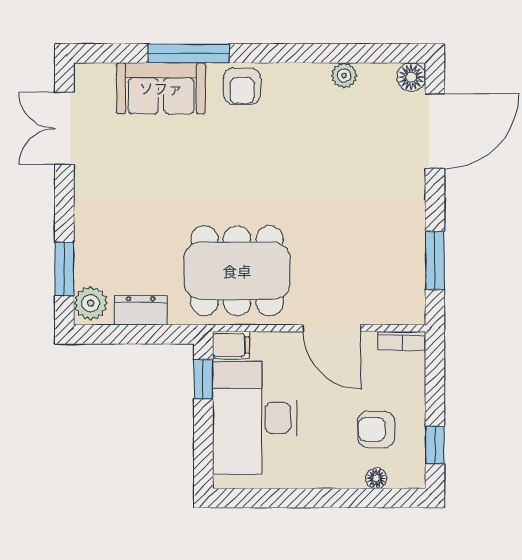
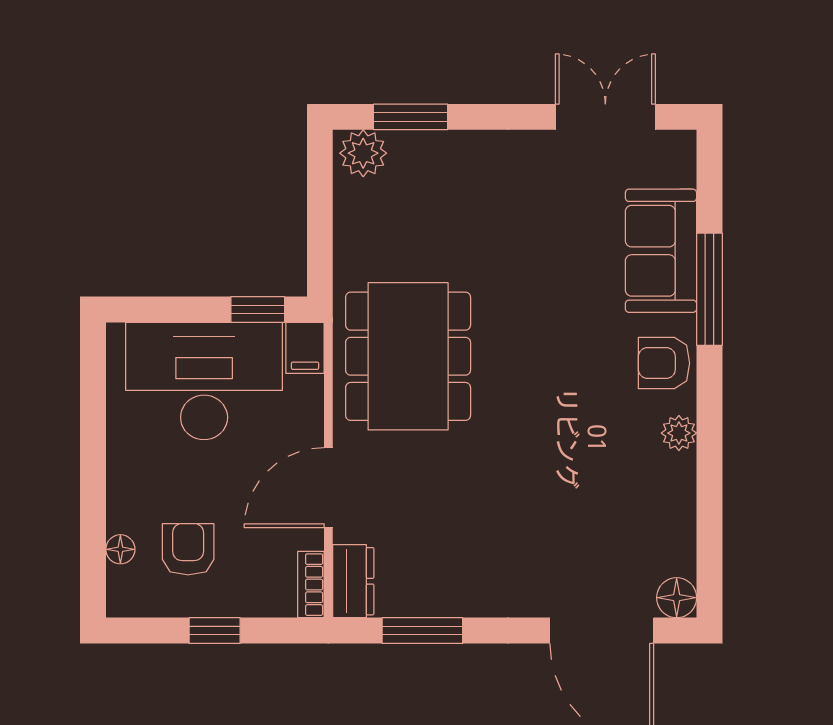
plant: (344, 75) -> (679, 433), moved
dresser: (141, 310) -> (353, 581), moved
window: (435, 445) -> (215, 631), moved

